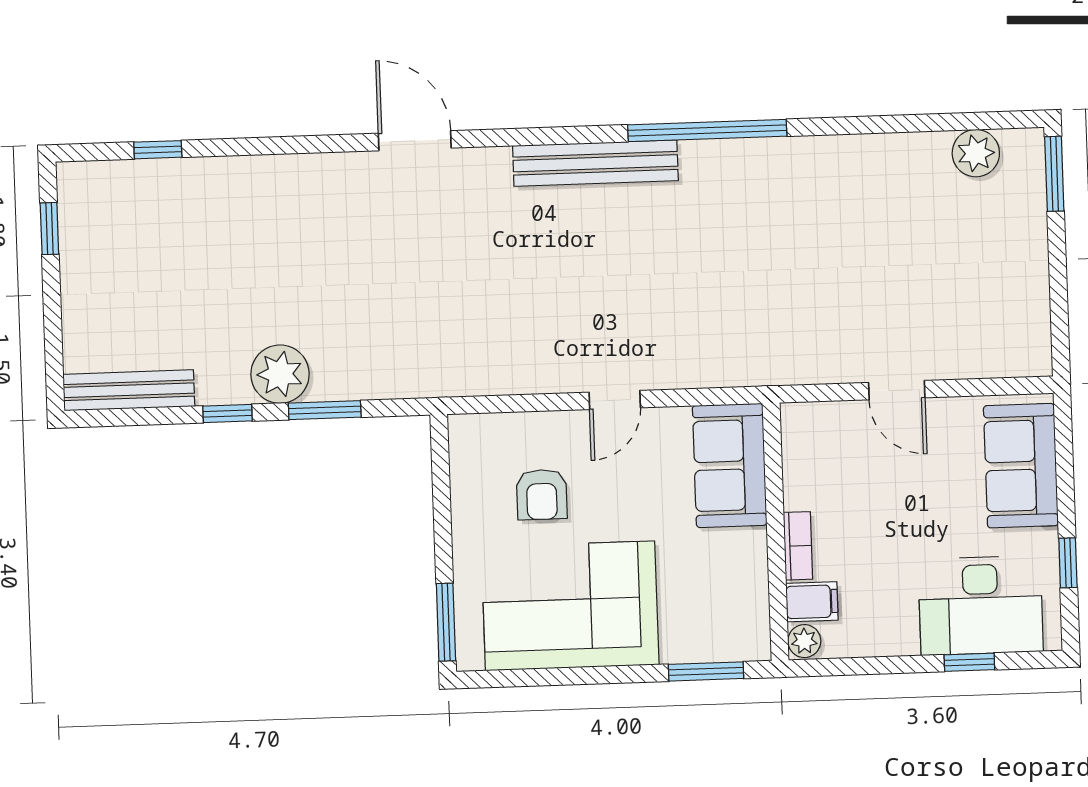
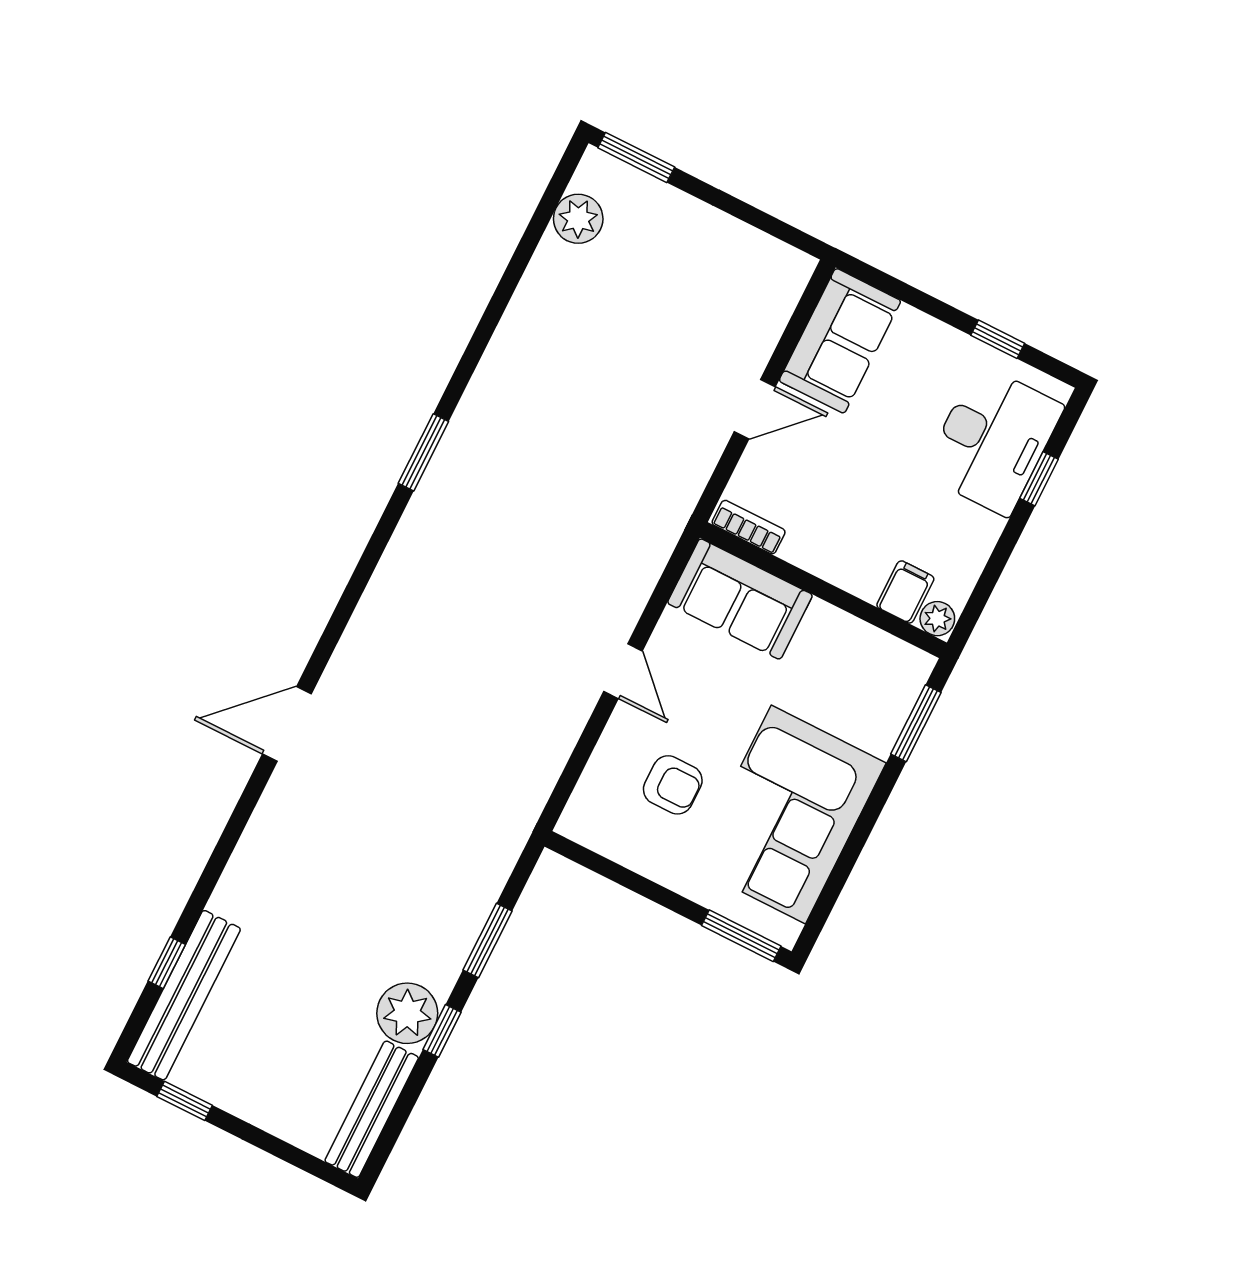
window: (707, 130) -> (423, 452), width x0.47
bench: (595, 163) -> (184, 995), moved
plant: (280, 374) -> (407, 1013), moved
sofa: (1021, 466) -> (840, 341), moved, turned -90
bookcase: (798, 546) -> (749, 527), moved

